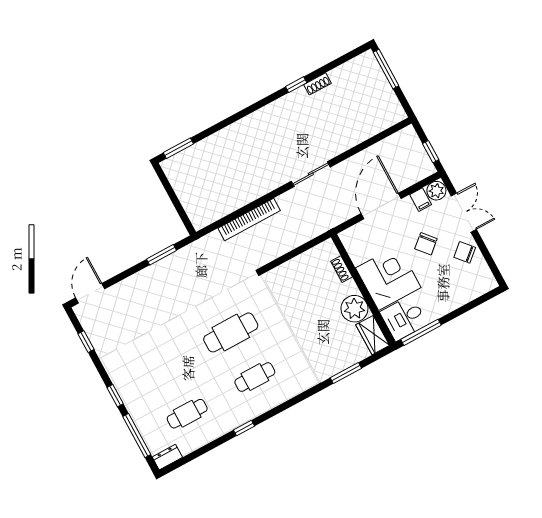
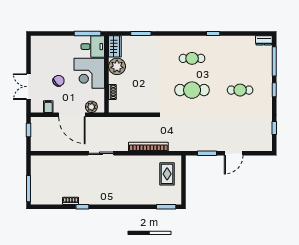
plant: (436, 191) -> (91, 107), moved
rug: (202, 195) -> (167, 174), added
door: (381, 206) -> (72, 115), hinge flipped
chair: (465, 252) -> (40, 65), removed
door: (90, 293) -> (234, 153), moved
cafe table: (187, 414) -> (240, 90), moved

